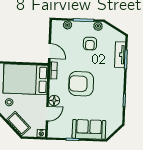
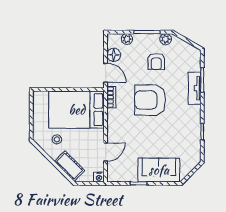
tv unit: (120, 55) -> (195, 88), moved
armchair: (81, 84) -> (150, 100), moved
floor lamp: (54, 101) -> (114, 55), moved

